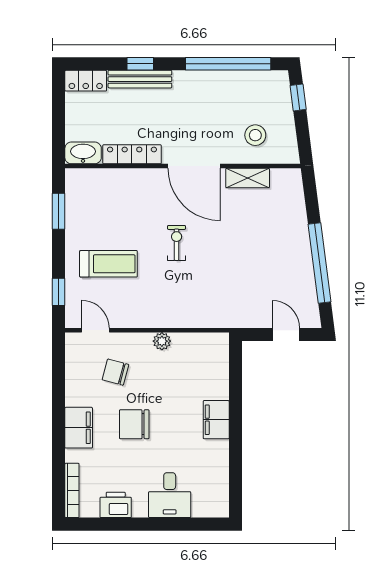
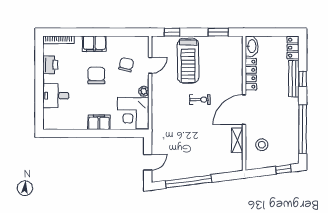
treadmill: (108, 264) -> (188, 61), width x1.37, depth x1.38
door: (95, 330) -> (150, 65), moved
corner desk: (200, 360) -> (133, 113), added

